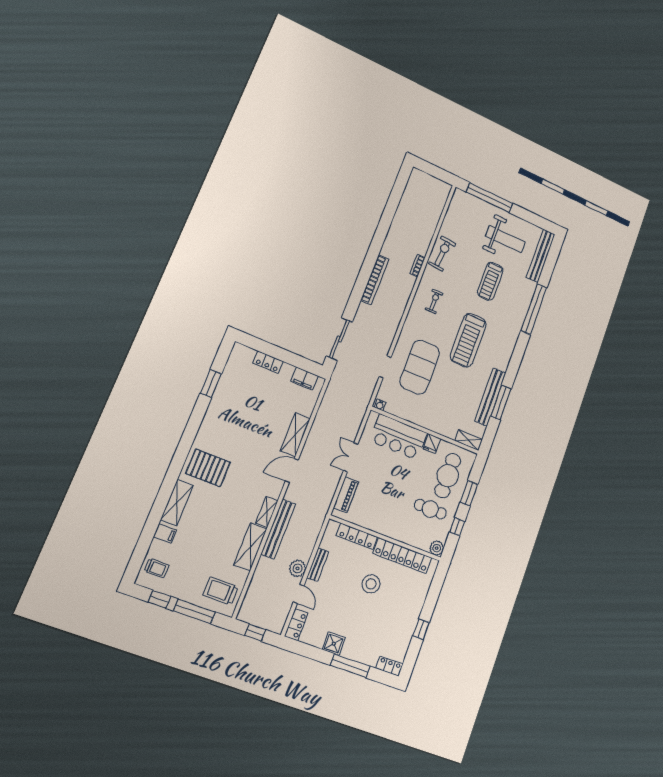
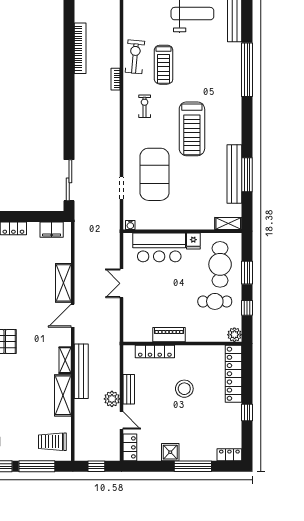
bookcase: (375, 280) -> (80, 48), moved
treadmill: (490, 281) -> (164, 65), moved
piano: (346, 495) -> (169, 335), moved, turned -90
locker: (402, 556) -> (234, 374), moved, turned 90

